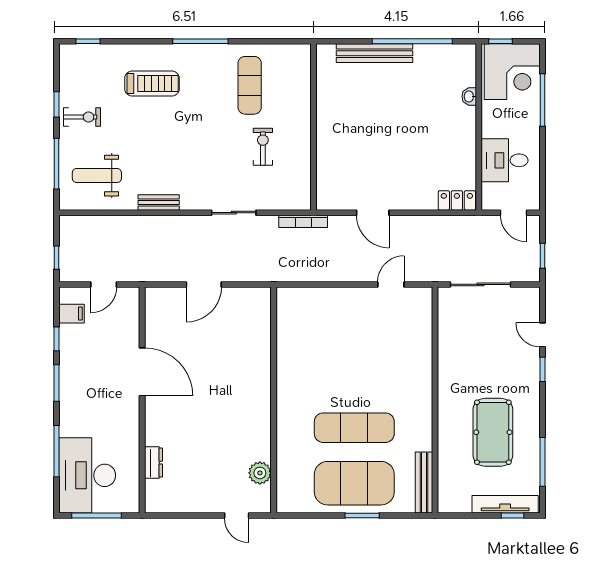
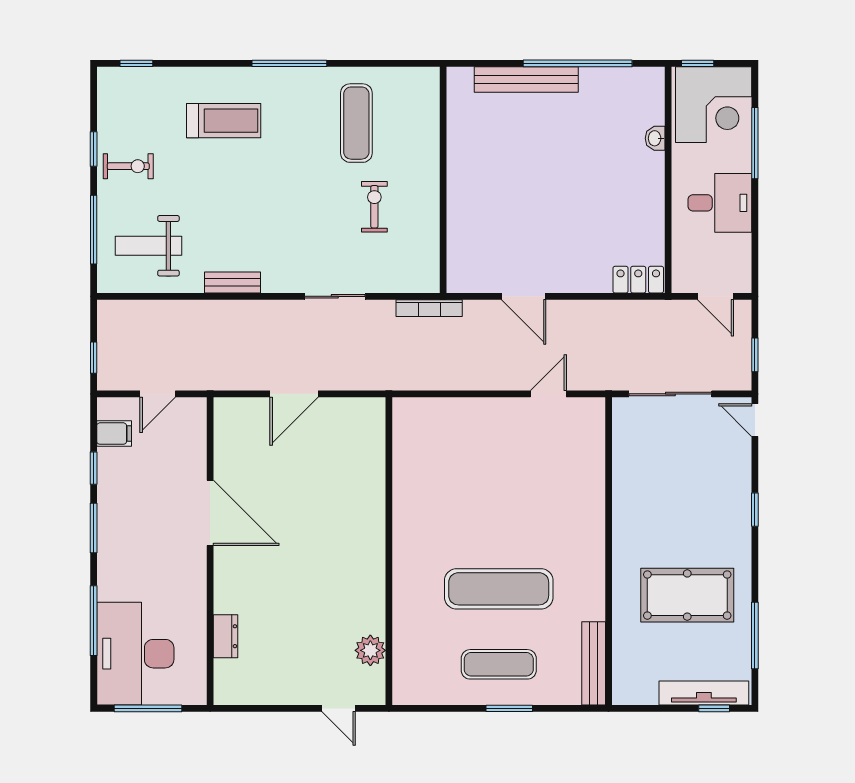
desk: (505, 160) -> (720, 203), moved, turned 180
door: (543, 335) -> (755, 420), moved
pool table: (493, 432) -> (687, 595), turned 90
exercise mat: (354, 483) -> (499, 664), width x0.50, depth x0.69

